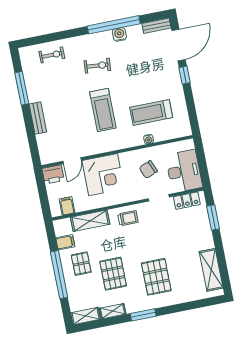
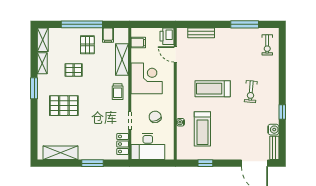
window: (114, 25) -> (282, 112), width x0.32
water cooler: (119, 34) -> (273, 130), moved
exercise bike: (52, 55) -> (267, 45), moved
window: (185, 75) -> (205, 163), moved
treadmill: (151, 112) -> (202, 129), turned 180
bench: (38, 118) -> (201, 33), moved
corner desk: (103, 175) -> (147, 78), moved, turned 180
window: (213, 218) -> (93, 163), moved
pallet: (81, 264) -> (87, 45), turned 90
pallet: (113, 274) -> (74, 70), width x0.67, depth x0.71

